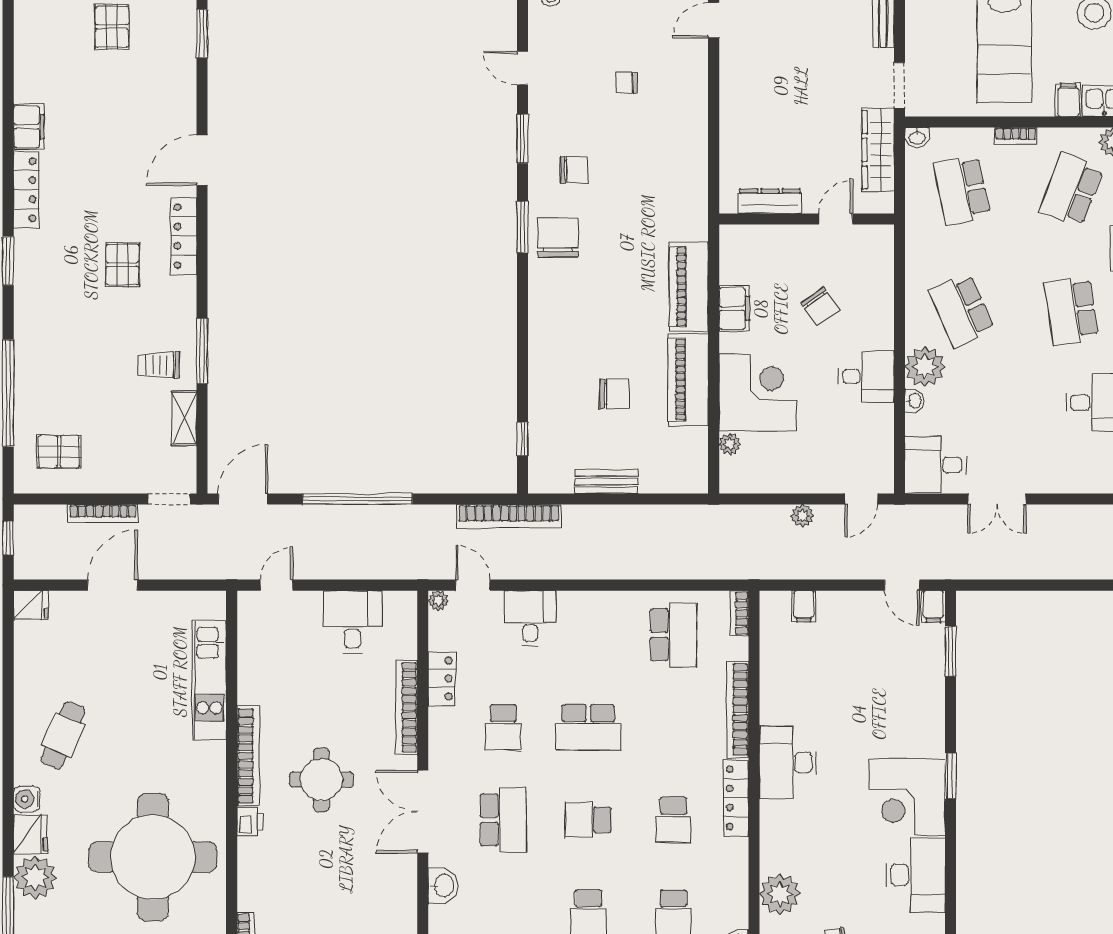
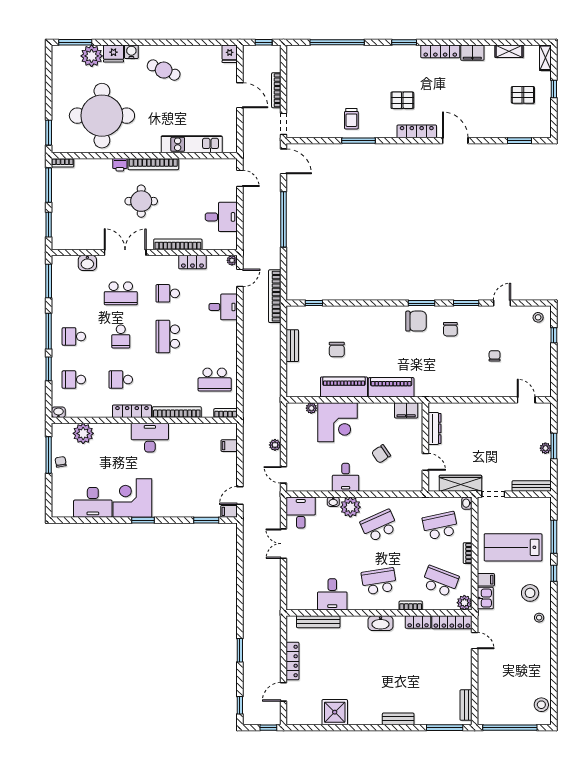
filing cabinet: (734, 308) -> (406, 410), moved
trolley: (159, 365) -> (351, 119), turned 180
shelving: (184, 418) -> (509, 51), moved
pallet: (59, 452) -> (307, 68), removed
school desk: (588, 820) -> (121, 336), turned 180

